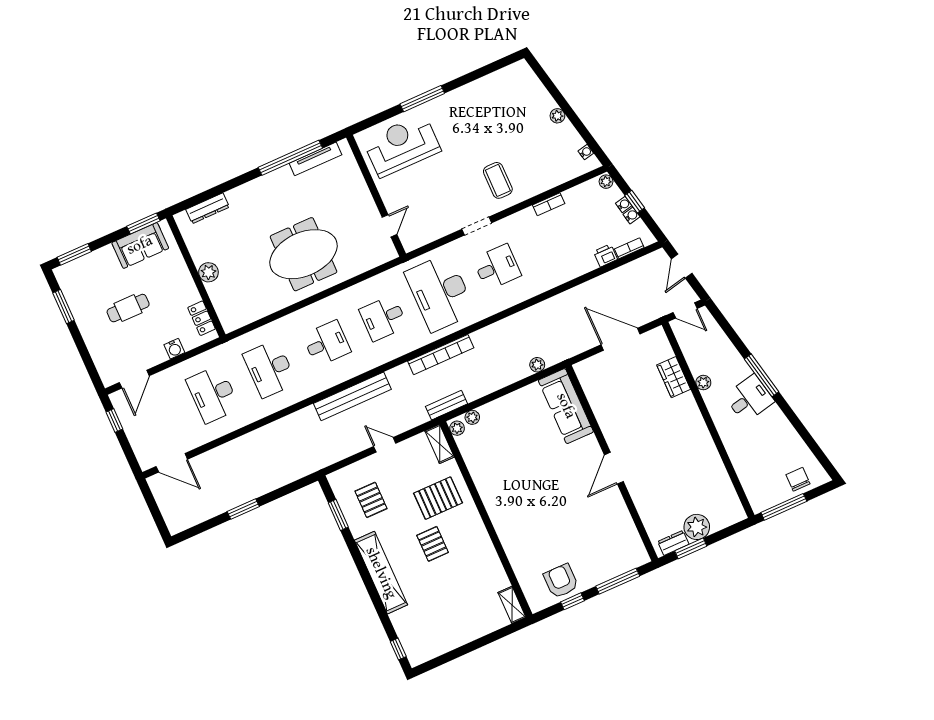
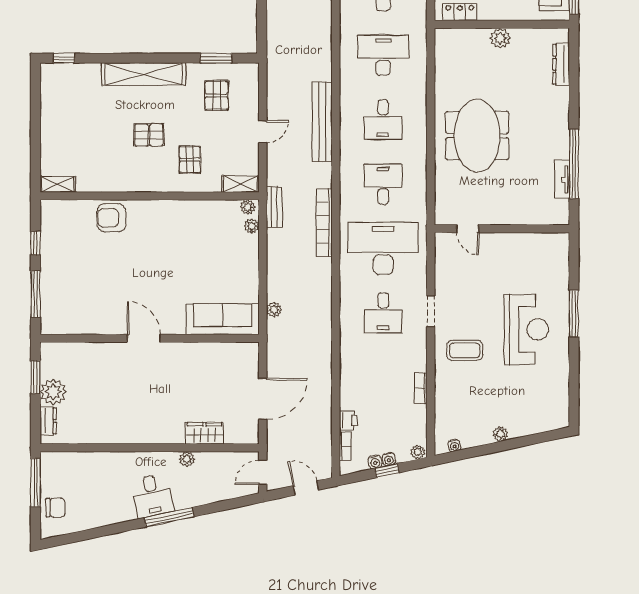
reception desk: (402, 145) -> (526, 330), moved
tv unit: (315, 159) -> (562, 179), width x0.71
pallet: (438, 498) -> (190, 160), width x0.67, depth x0.71
pallet: (371, 500) -> (217, 95), turned 90
dresser: (673, 543) -> (48, 421), moved
armchair: (561, 581) -> (111, 218), moved, turned 180

